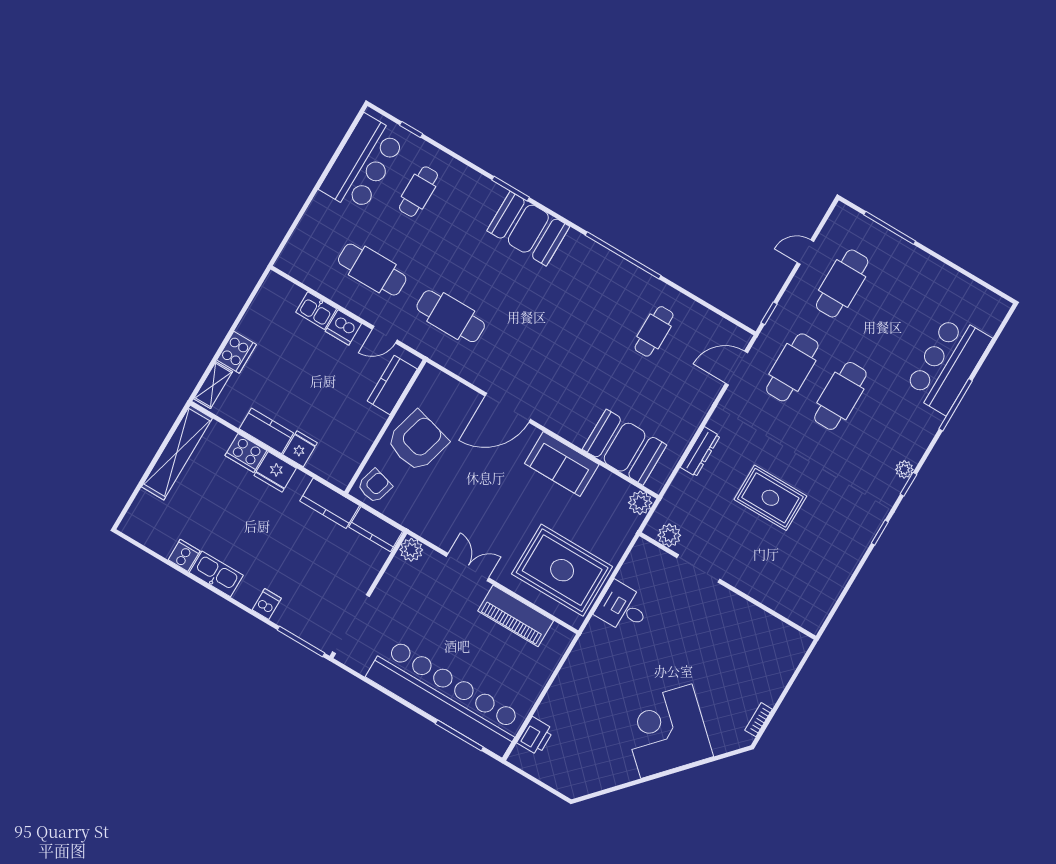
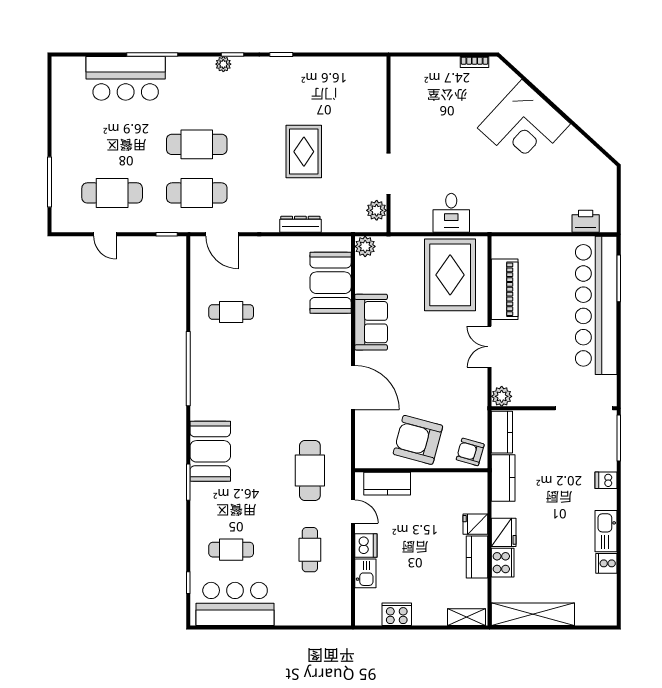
cafe table: (372, 270) -> (310, 550), width x0.73, depth x0.74
cooker: (236, 352) -> (397, 614), moved

